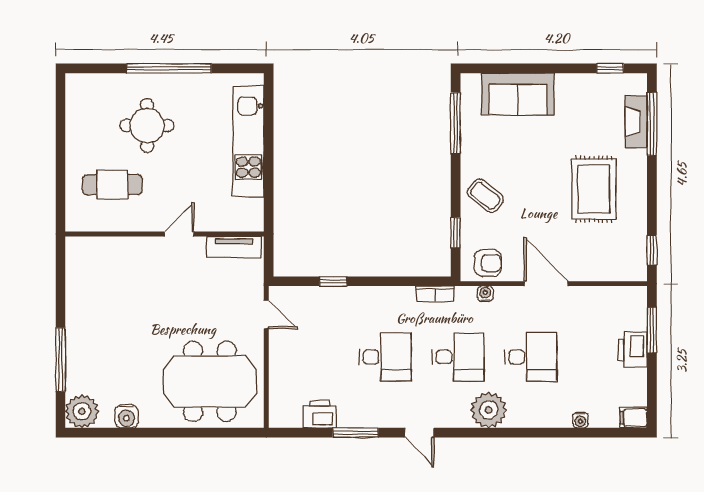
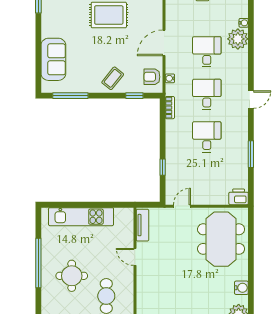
armchair: (488, 263) -> (152, 77), turned -90
plant: (489, 410) -> (238, 39), moved
printer: (320, 414) -> (239, 197), moved, turned 90
door: (419, 433) -> (251, 100), moved

